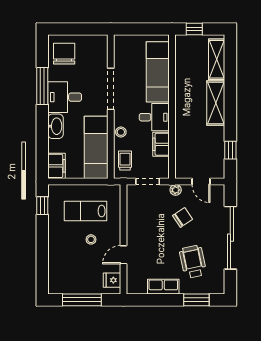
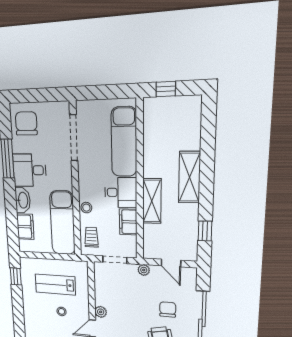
shelving: (217, 59) -> (152, 201), moved
doorway: (111, 89) -> (74, 138), moved
filing cabinet: (57, 166) -> (25, 227), moved
chair: (183, 217) -> (168, 309), moved, turned -56
plant: (132, 236) -> (101, 312), added

